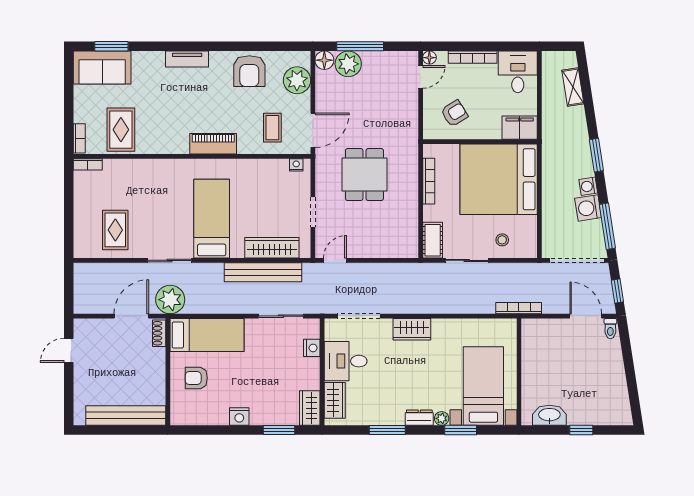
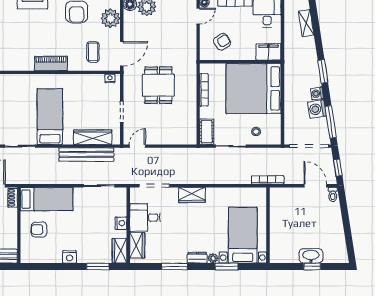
plant: (170, 300) -> (21, 174), removed
nightstand: (312, 348) -> (121, 223), moved
washbasin: (549, 415) -> (311, 256), moved

